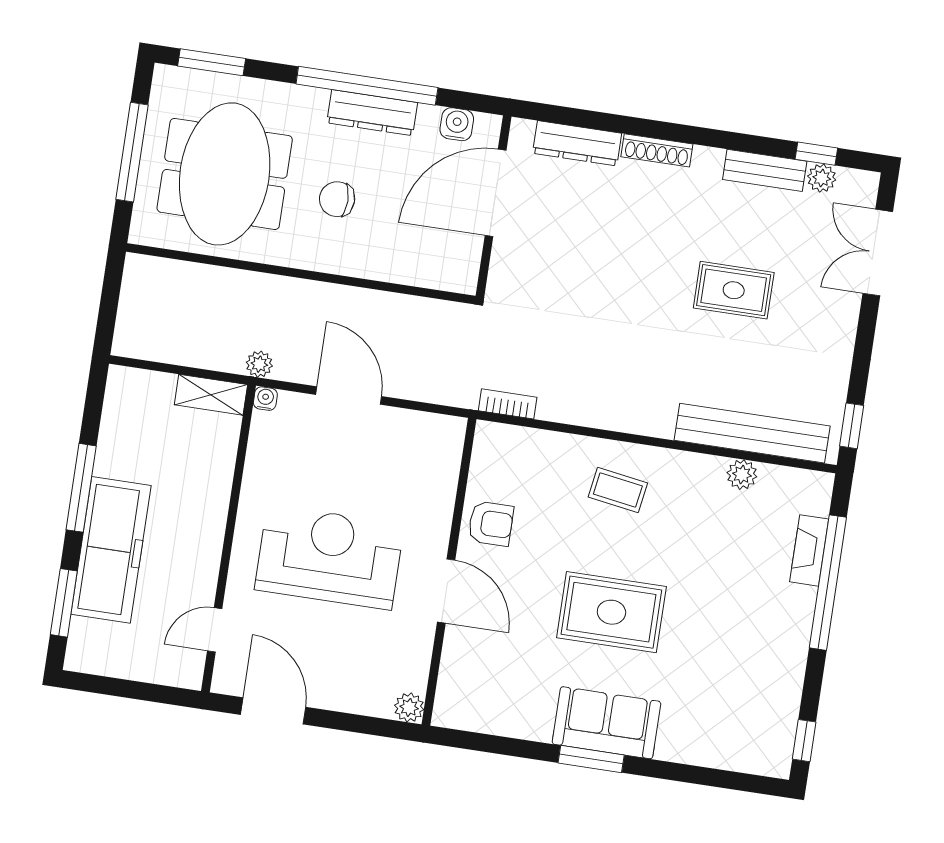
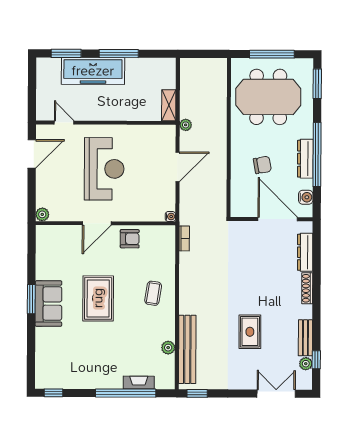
chair: (337, 199) -> (262, 165), moved, turned 80
water cooler: (265, 399) -> (170, 217), moved
armchair: (491, 524) -> (130, 239), turned -90

